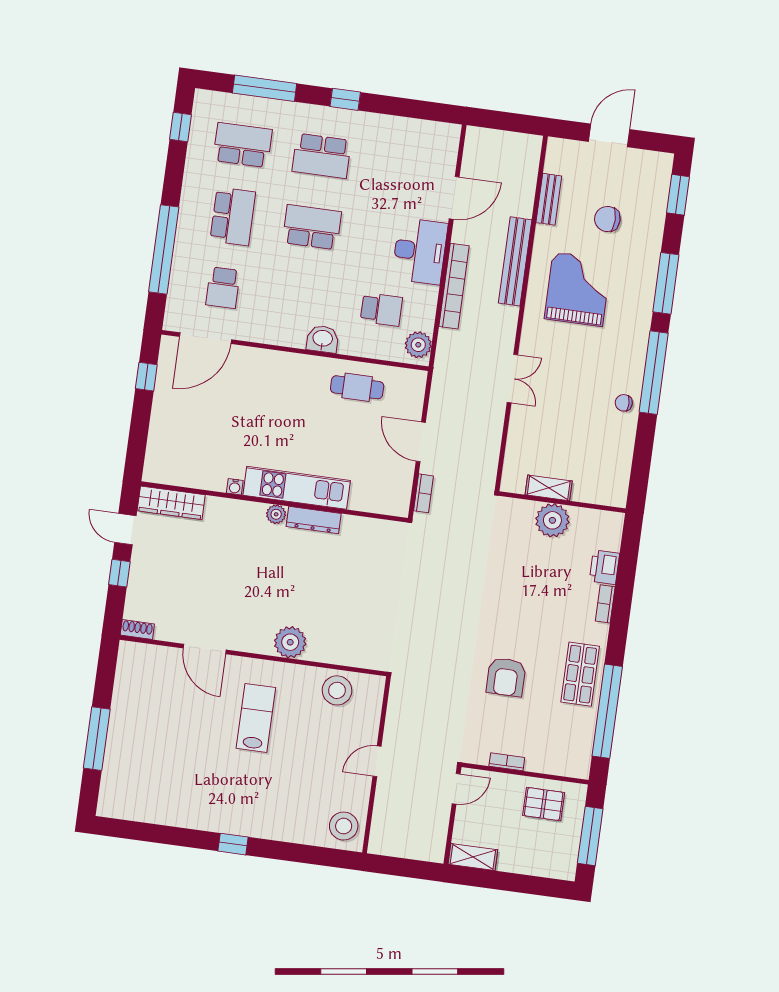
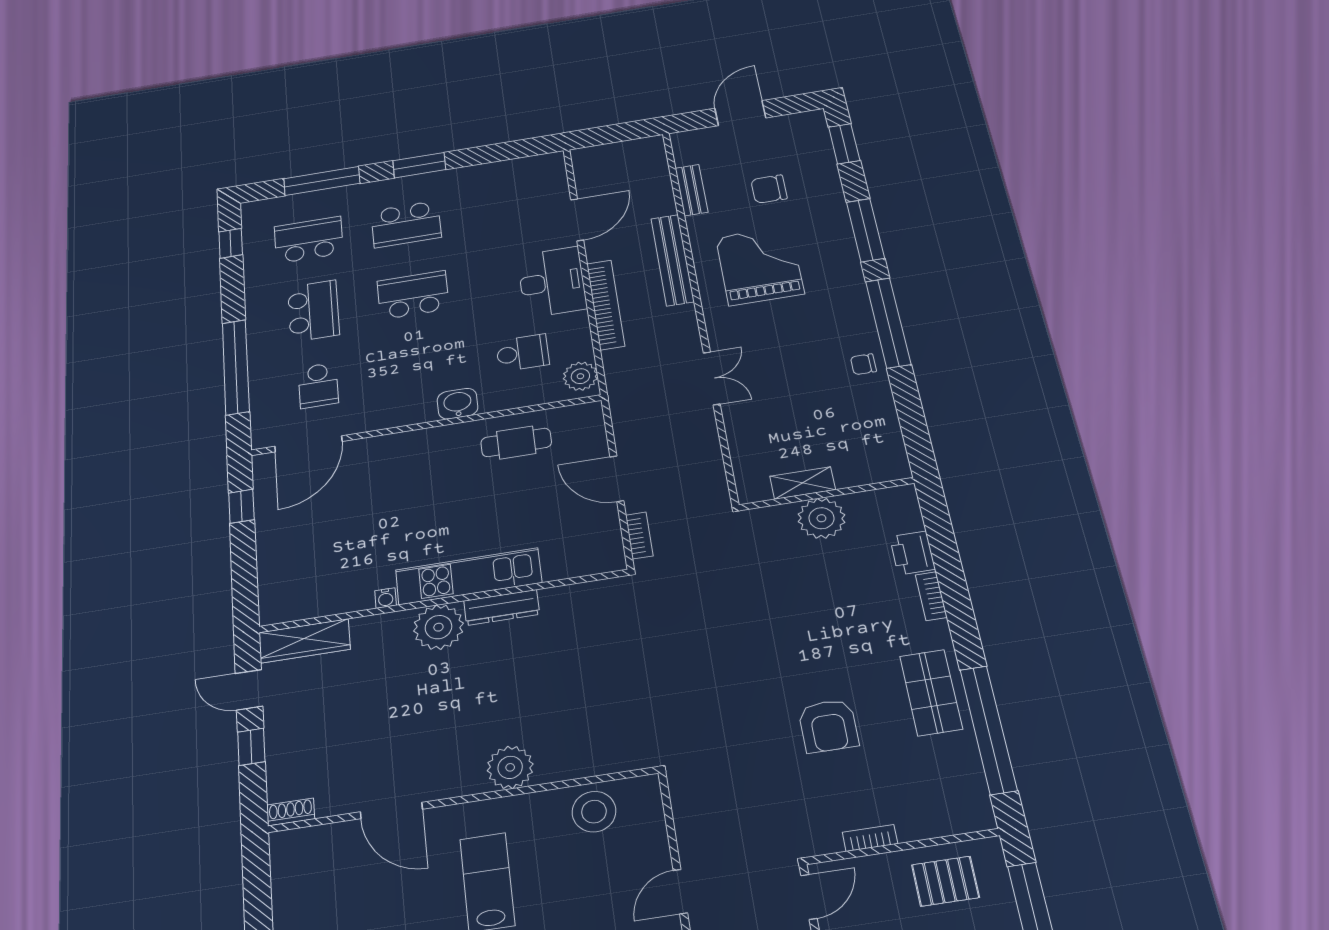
window: (345, 99) -> (419, 165), width x1.50
plant: (276, 514) -> (438, 627), width x1.88, depth x1.88

